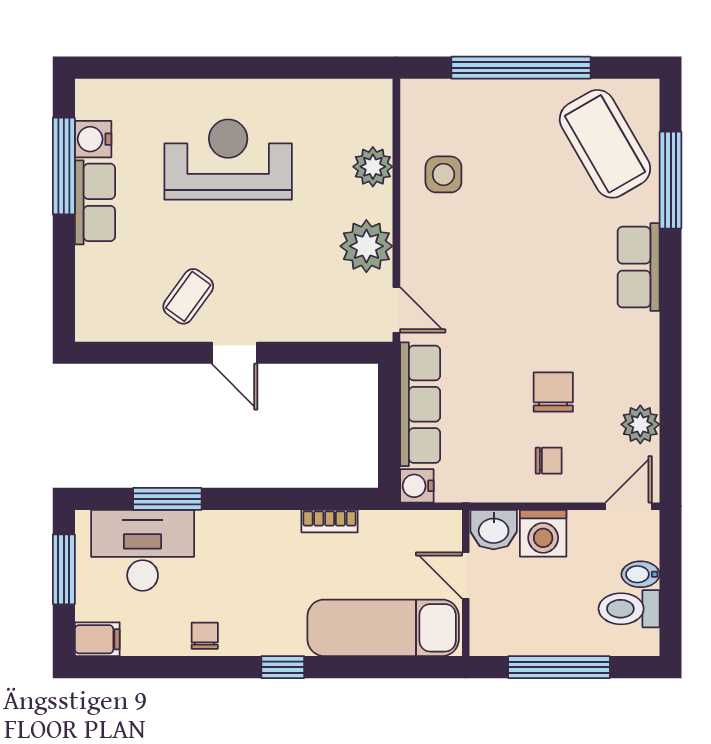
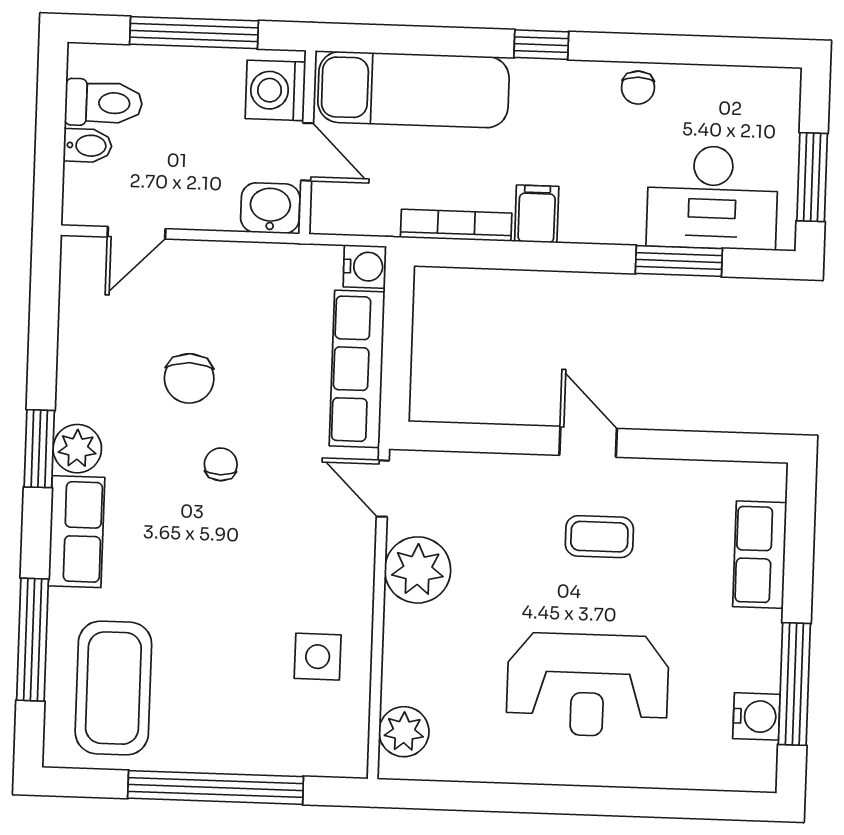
coffee table: (605, 144) -> (113, 688), turned 30
plant: (373, 167) -> (404, 732), moved
row of seats: (95, 202) -> (760, 555), moved
coffee table: (188, 296) -> (599, 537), moved, turned 54
window: (671, 332) -> (39, 449), added
plant: (640, 424) -> (77, 449), moved
chair: (549, 461) -> (221, 464), moved, turned 90
door: (629, 506) -> (136, 233), moved
bookcase: (330, 521) -> (456, 225), width x1.56
washing machine: (543, 533) -> (275, 90), moved, turned -90
filing cabinet: (97, 639) -> (537, 214), moved, turned 90

